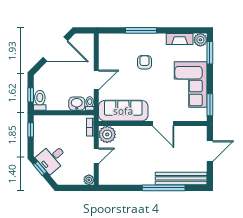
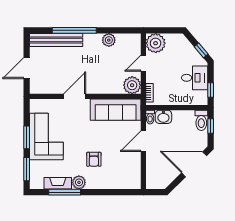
window: (141, 30) -> (65, 192), moved
plant: (200, 40) -> (79, 182), moved
door: (55, 49) -> (194, 164), moved
window: (210, 105) -> (27, 137), moved
door: (163, 124) -> (75, 96), hinge flipped
desk: (52, 158) -> (195, 78), moved, turned 40
plant: (130, 178) -> (109, 40), added
plant: (89, 180) -> (156, 43), width x1.87, depth x1.87

